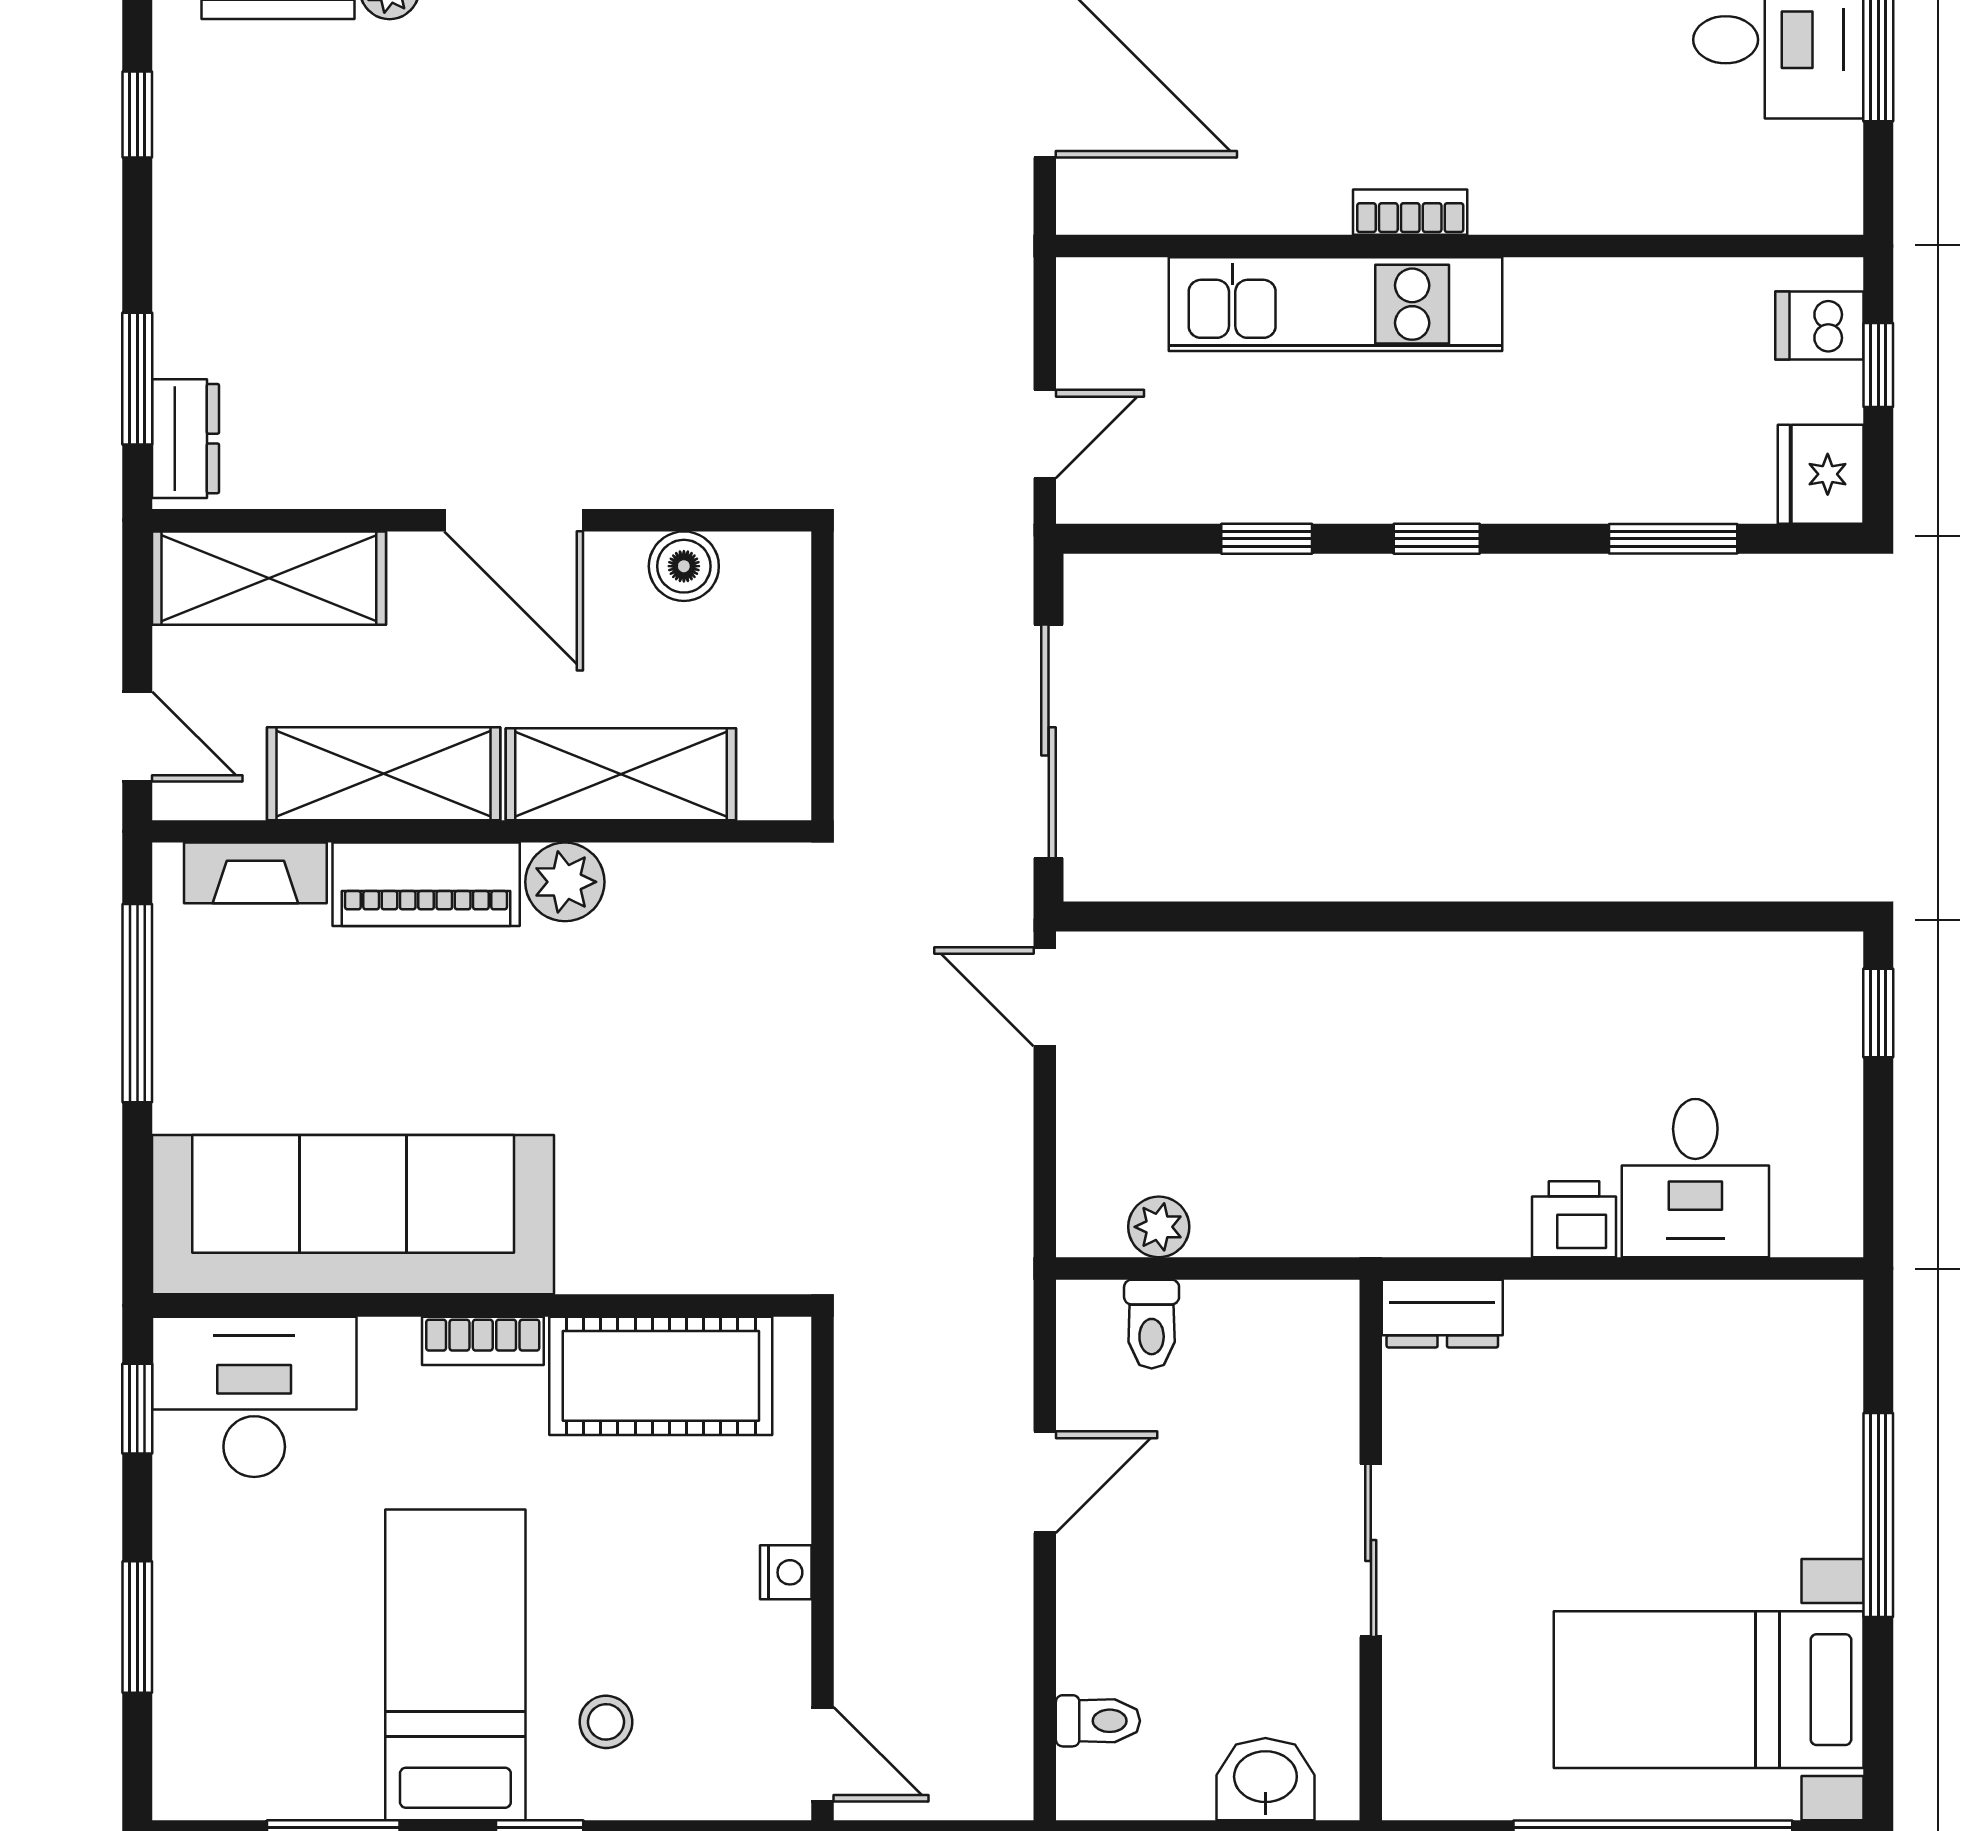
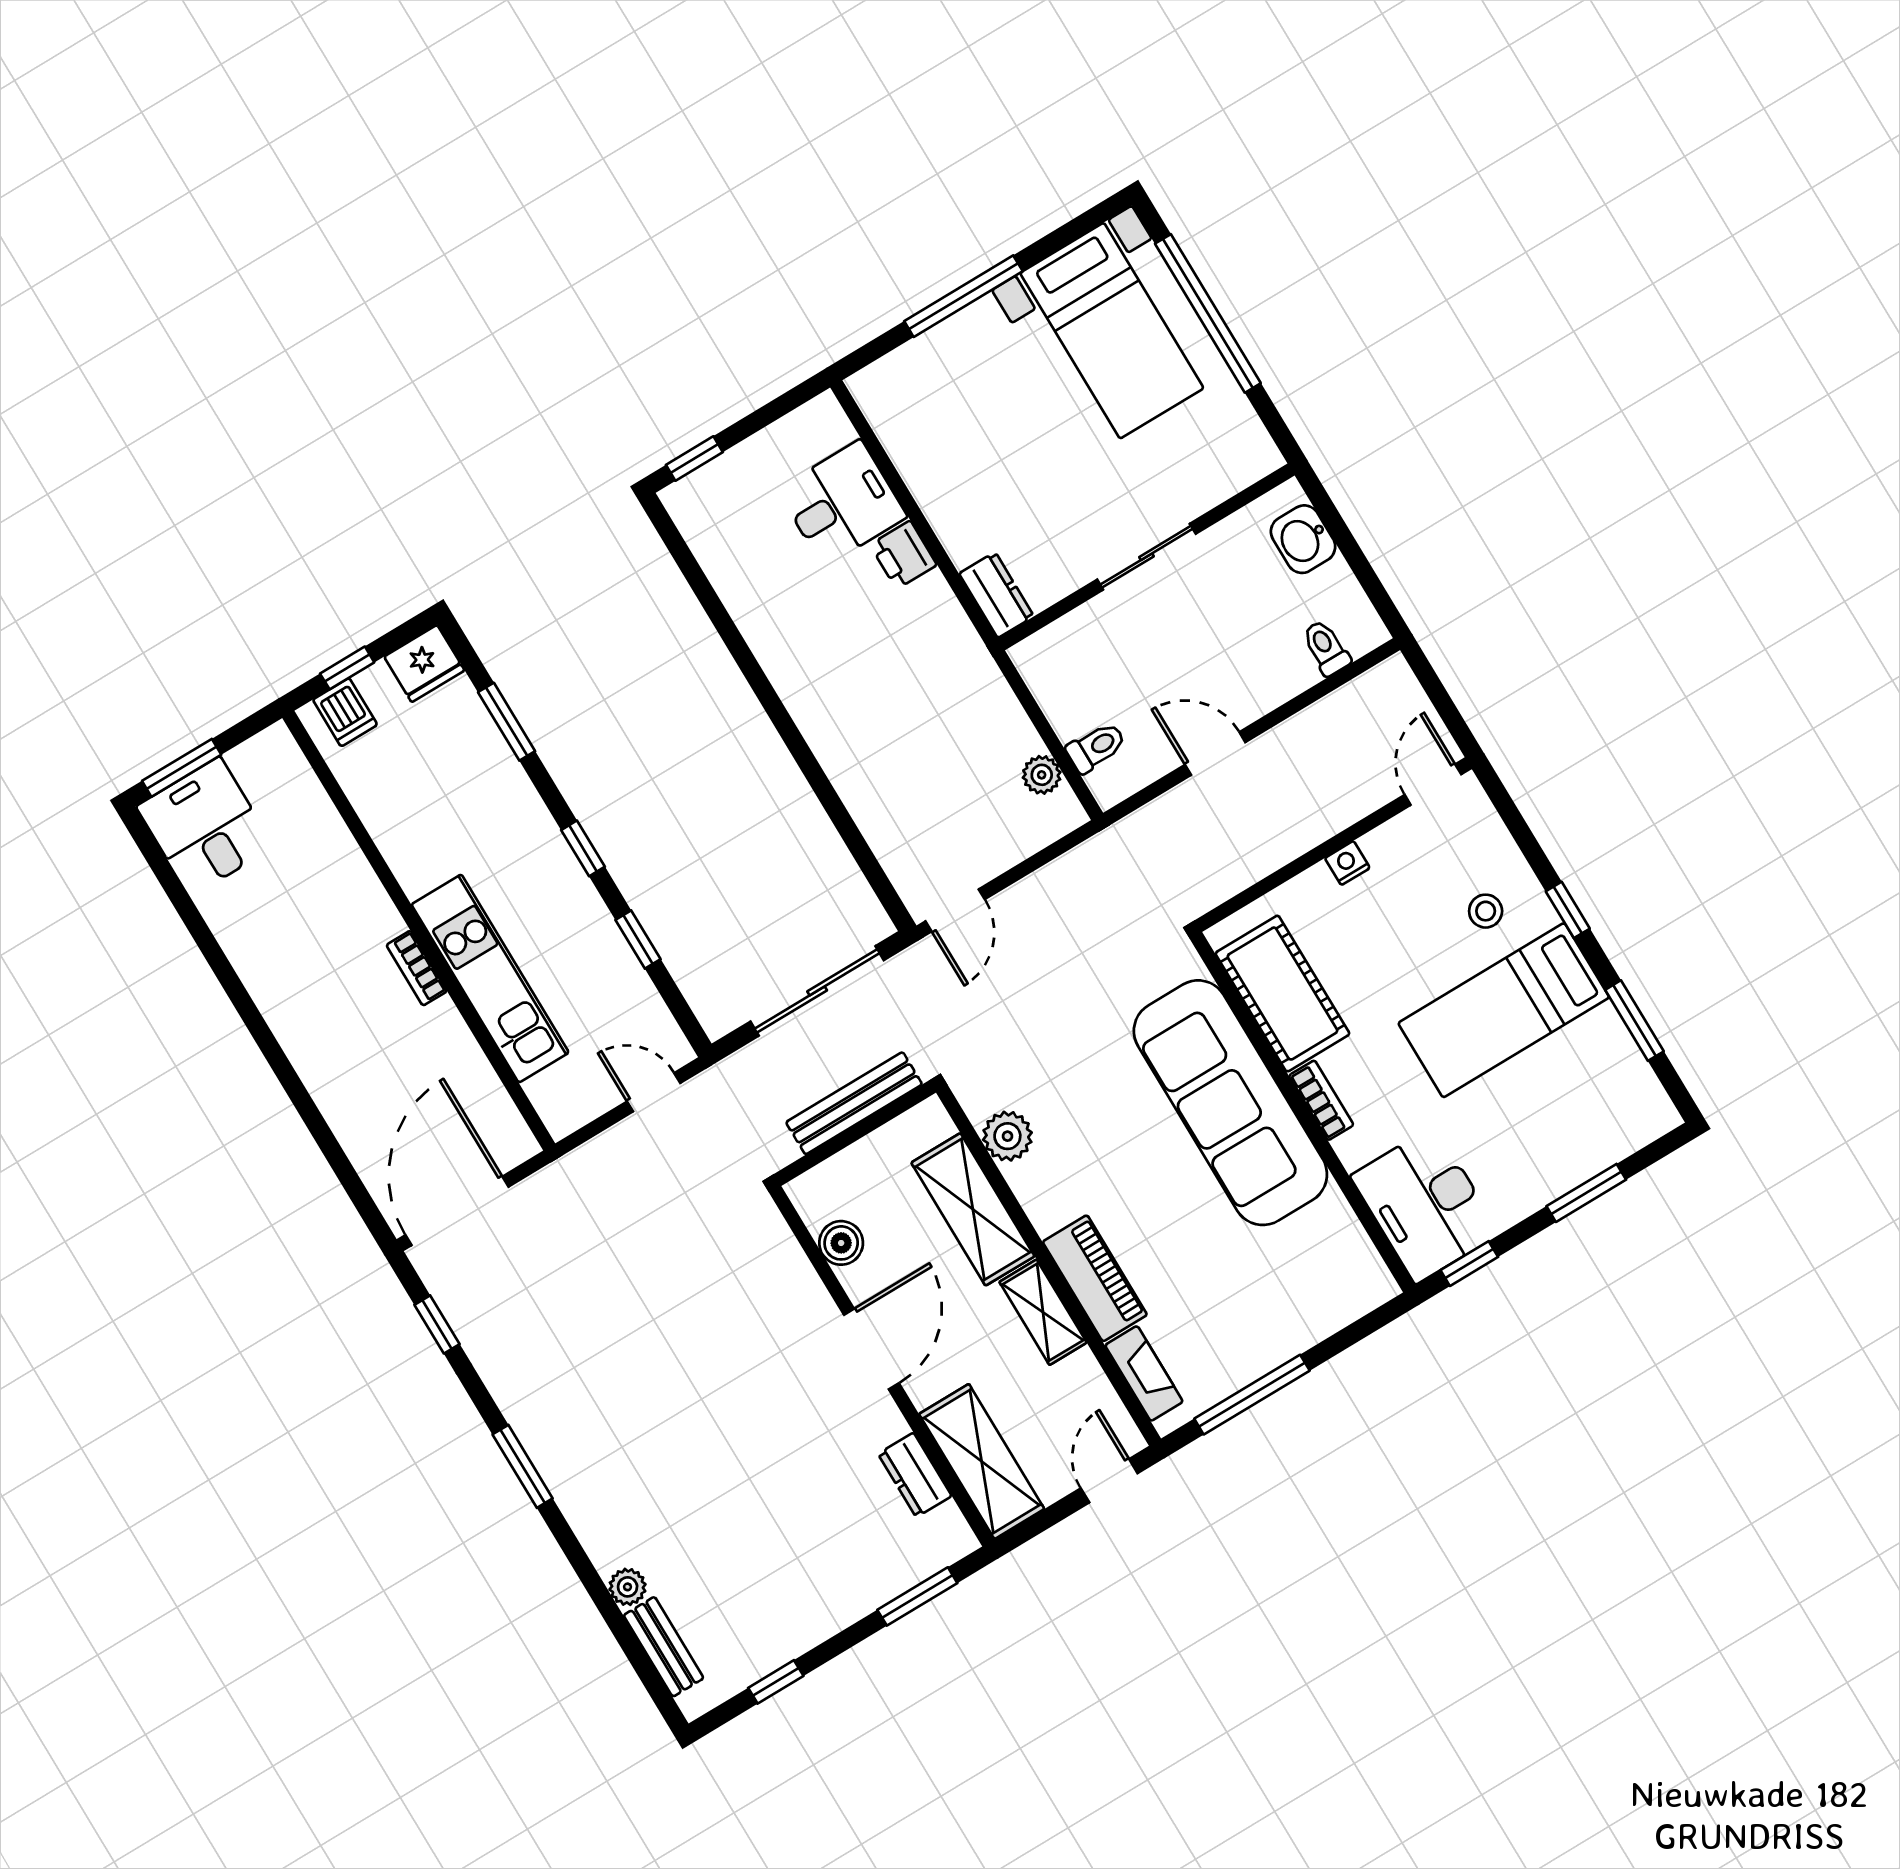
dresser: (186, 439) -> (915, 1475), moved, turned -90
bench: (864, 699) -> (854, 1103), added
shelving: (384, 774) -> (1043, 1312), width x0.67, depth x0.75
plant: (565, 882) -> (1007, 1136), moved
sofa: (353, 1215) -> (1230, 1103), moved

